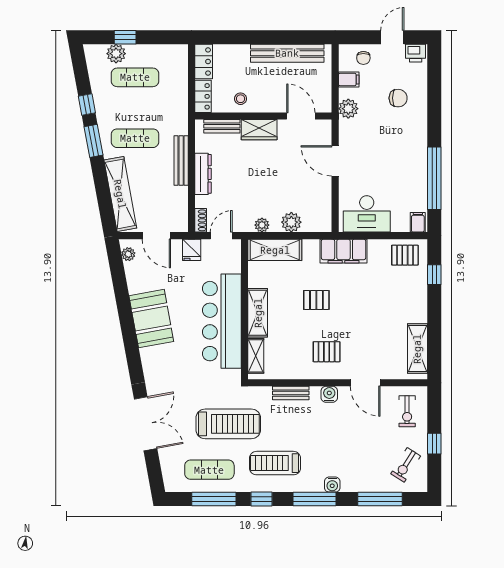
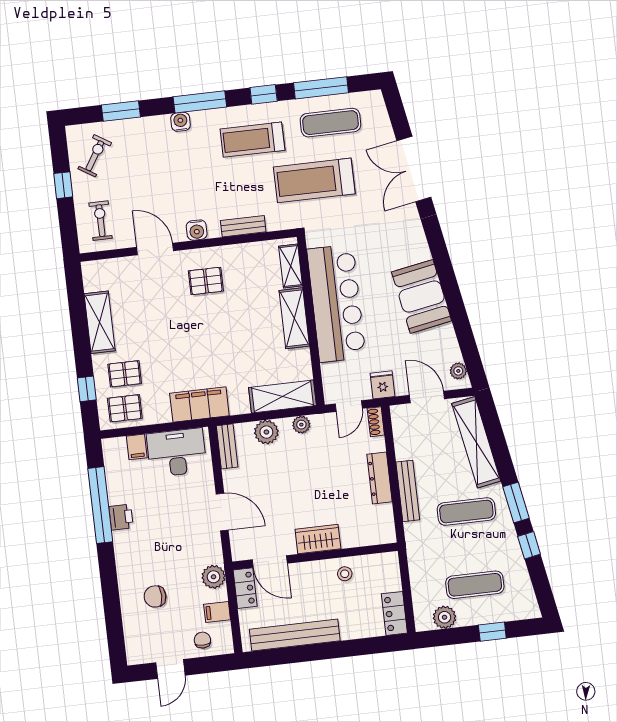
printer: (416, 53) -> (121, 517), moved, turned 90
plant: (116, 54) -> (445, 617), moved
locker: (203, 96) -> (245, 588), moved, turned 180
bench: (222, 126) -> (227, 446), moved, turned 90
filing cabinet: (418, 222) -> (137, 447), moved
pallet: (316, 300) -> (125, 374), moved
shelving: (417, 349) -> (100, 322), moved
treadmill: (275, 463) -> (252, 140), turned 180
window: (380, 499) -> (121, 111), width x0.69

